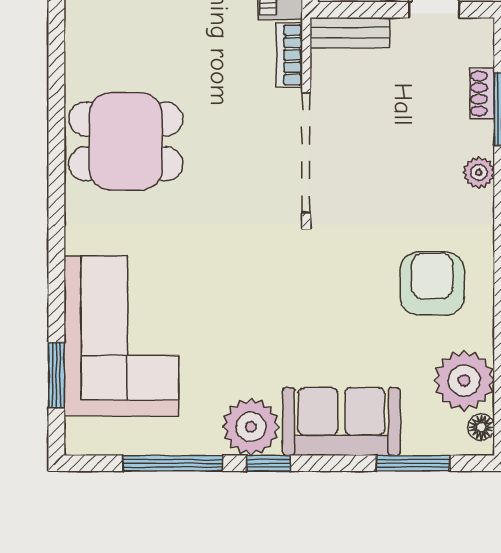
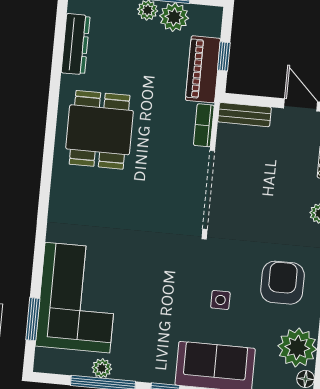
dining table: (126, 141) -> (100, 130), moved, turned 90
side table: (340, 319) -> (220, 300), added
plant: (251, 427) -> (102, 368), moved, width x0.53, depth x0.53

